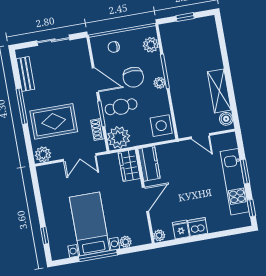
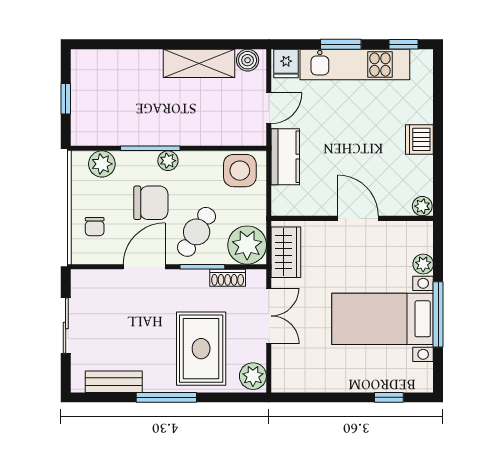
cafe table: (121, 107) -> (197, 232), turned 36
kitchen counter: (149, 163) -> (285, 157), moved, turned 90
wardrobe: (129, 165) -> (286, 252), moved, turned -90
fridge: (181, 229) -> (286, 64), moved, turned -90

